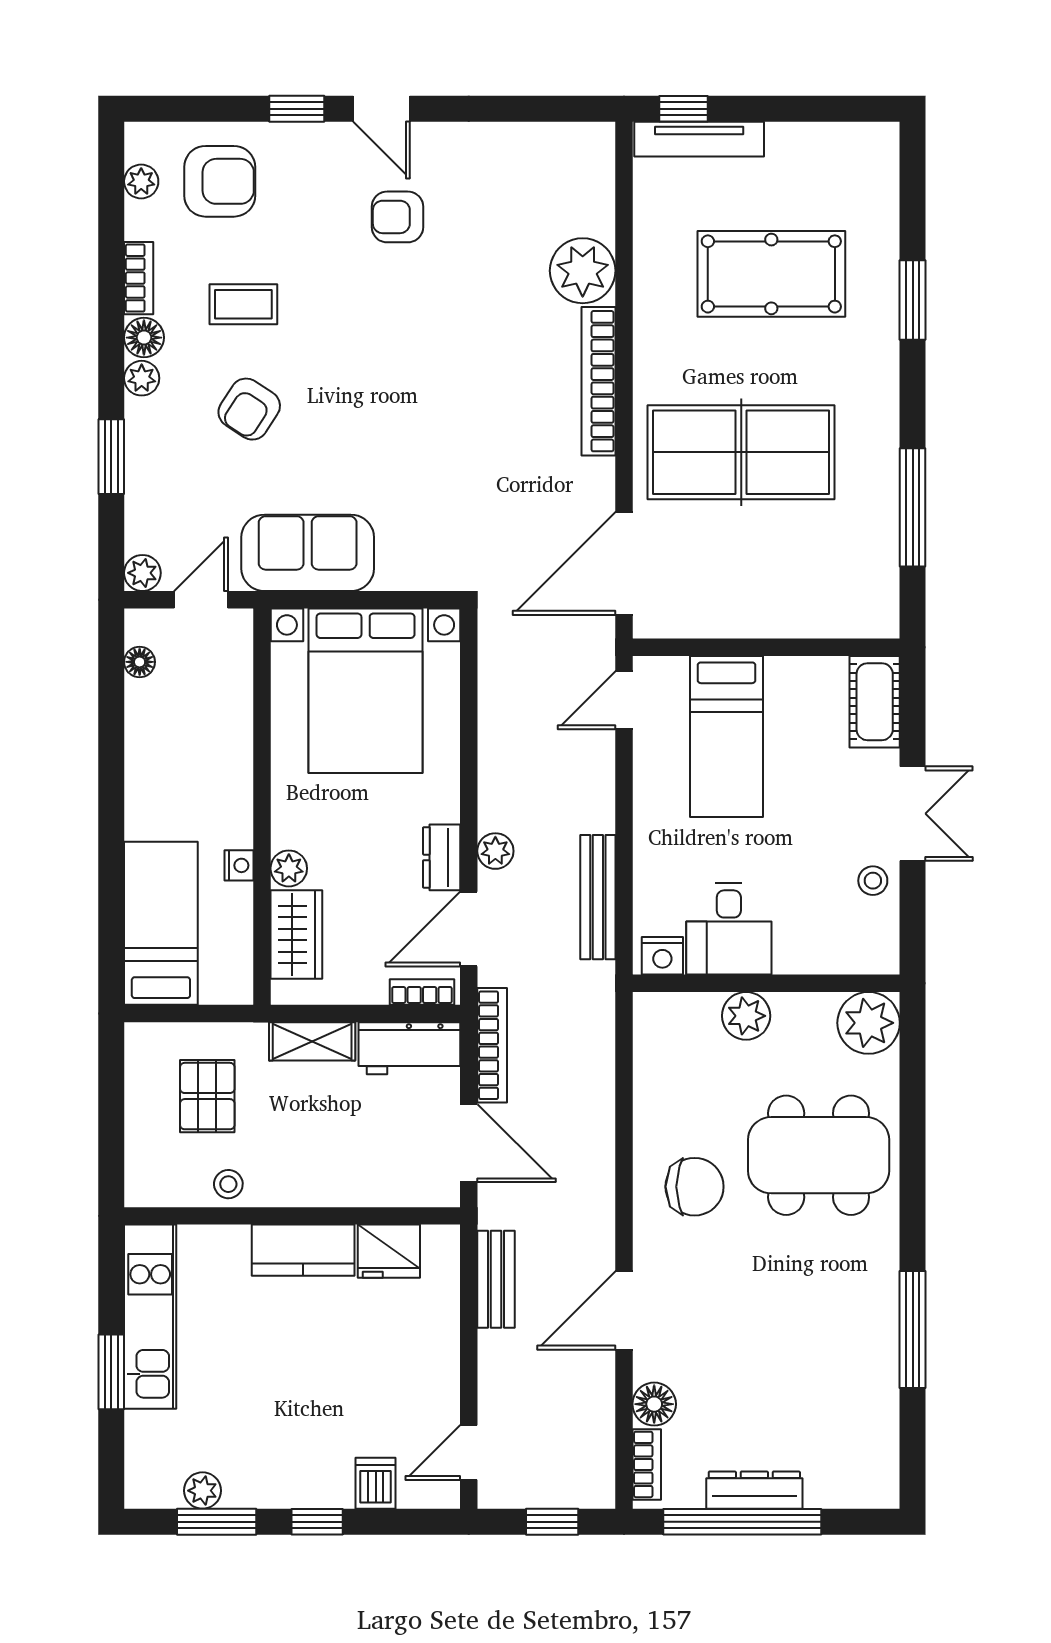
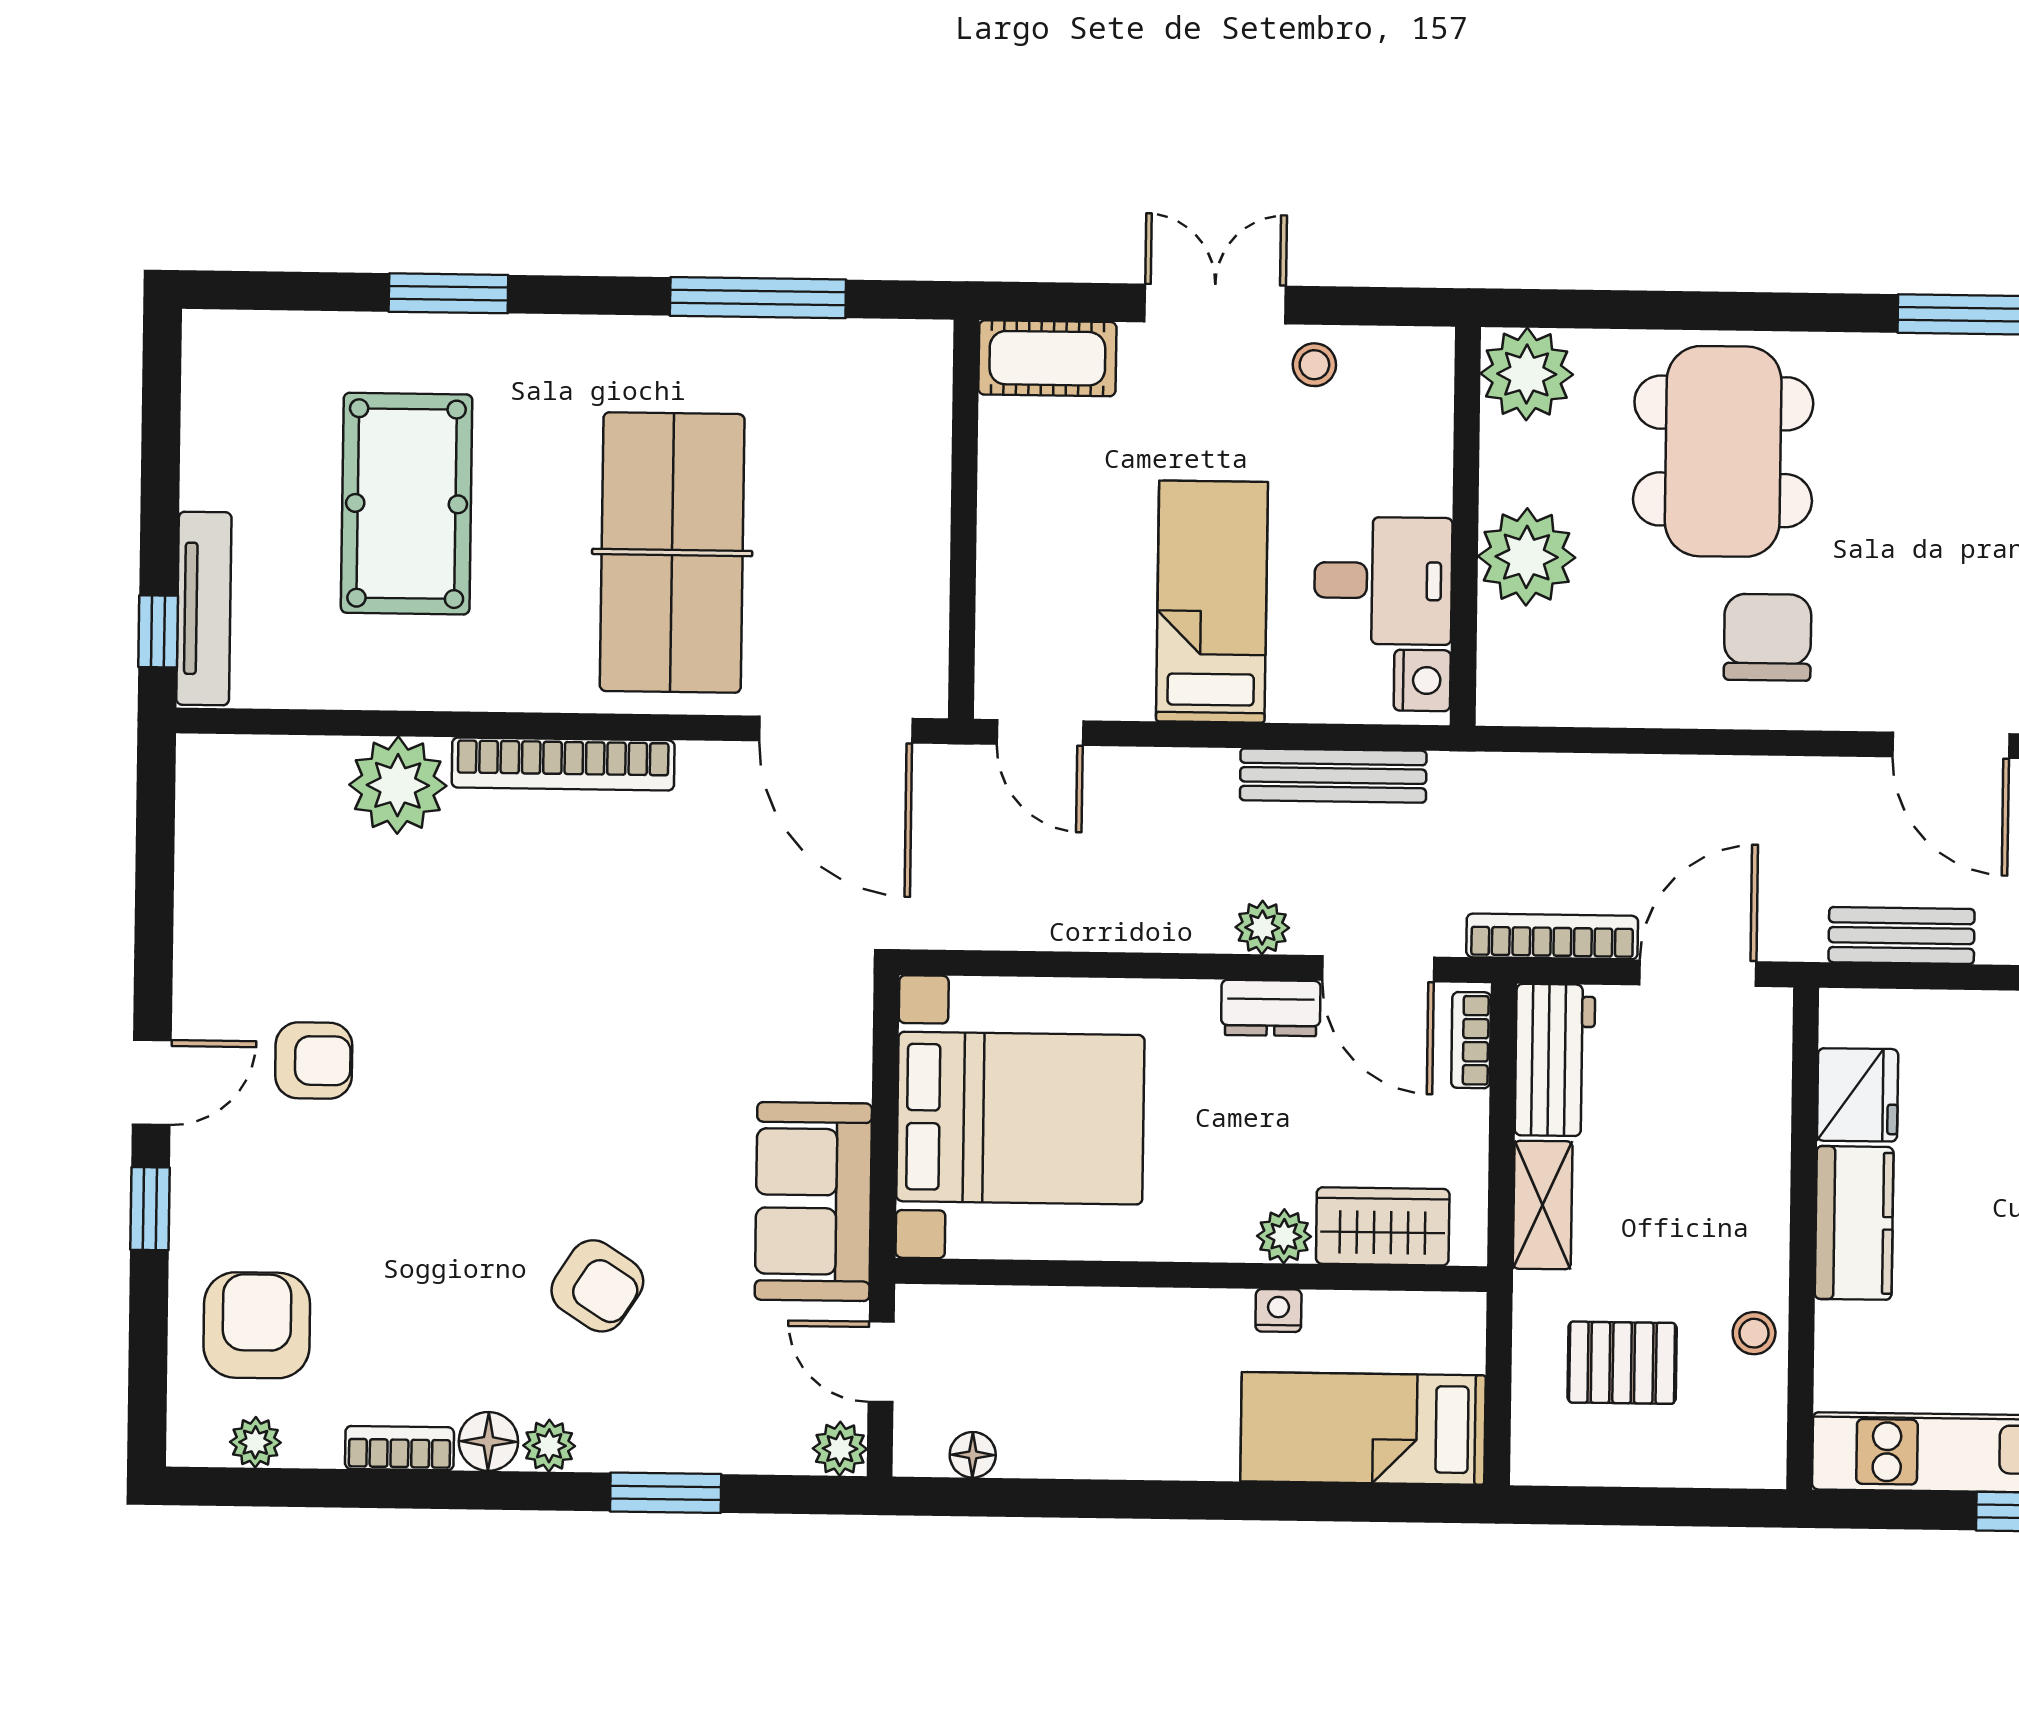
armchair: (397, 217) -> (314, 1061), turned -90
coffee table: (243, 304) -> (441, 1292), removed
bed: (726, 737) -> (1212, 602), moved, turned -90
plant: (746, 1016) -> (1527, 557), width x1.36, depth x1.36

